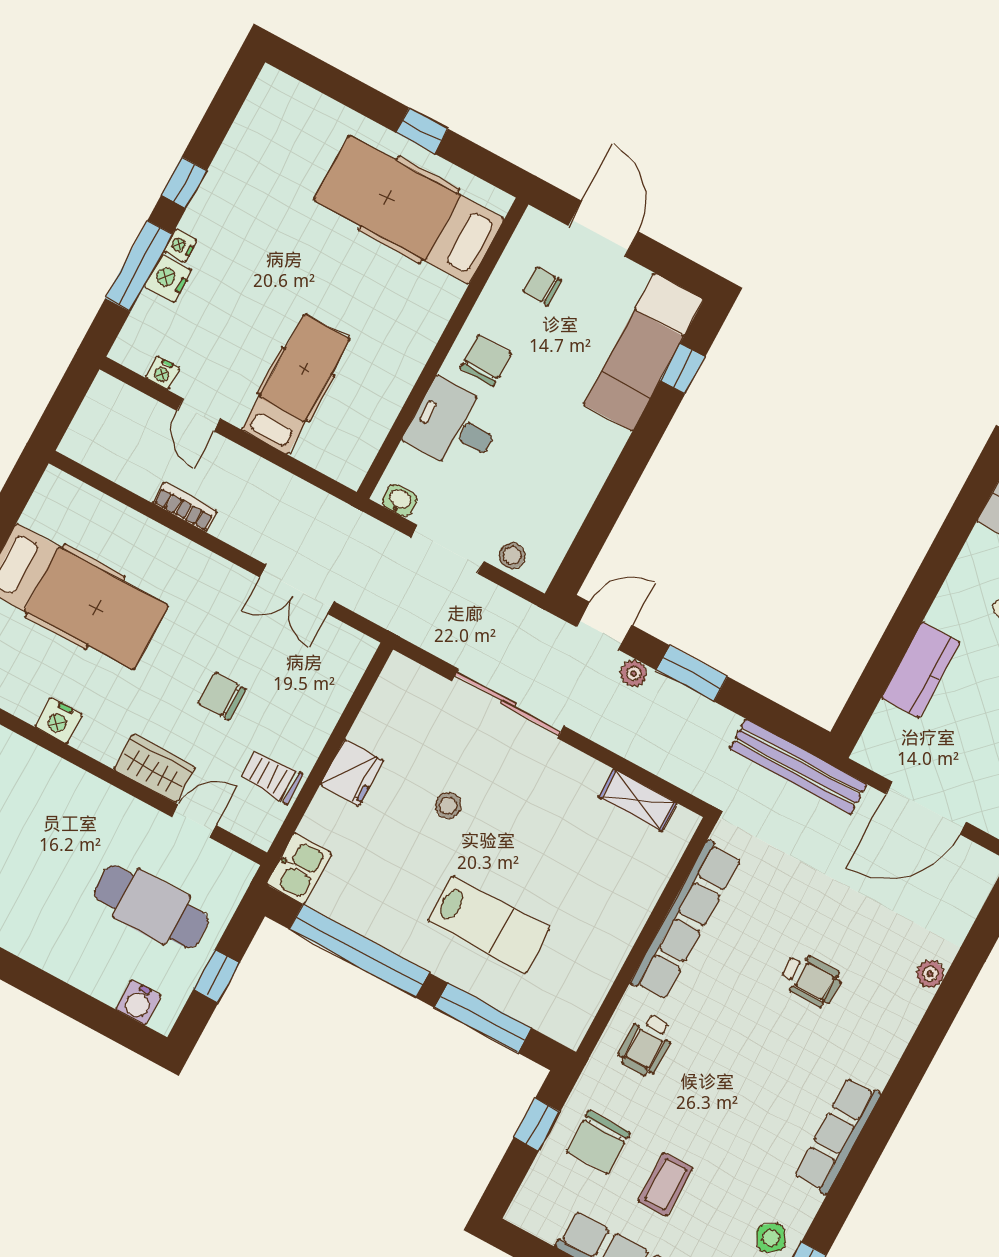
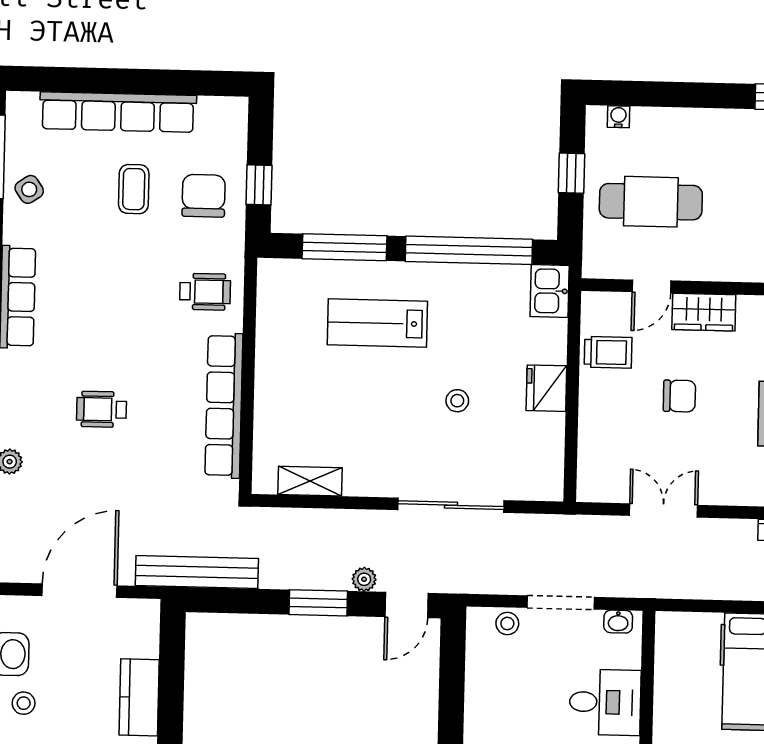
water cooler: (138, 1002) -> (618, 117), width x0.72, depth x0.72
wheelchair: (646, 1045) -> (205, 292), turned 90

